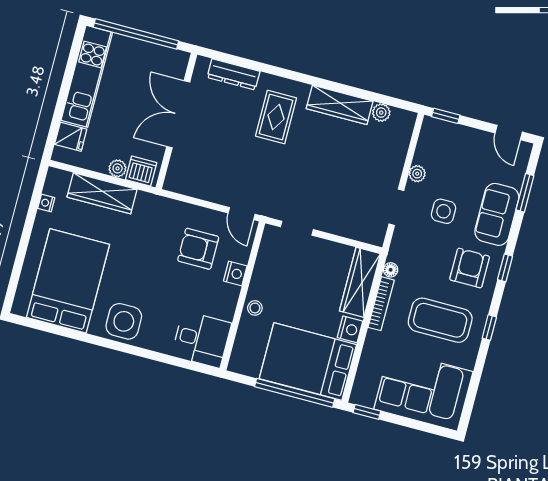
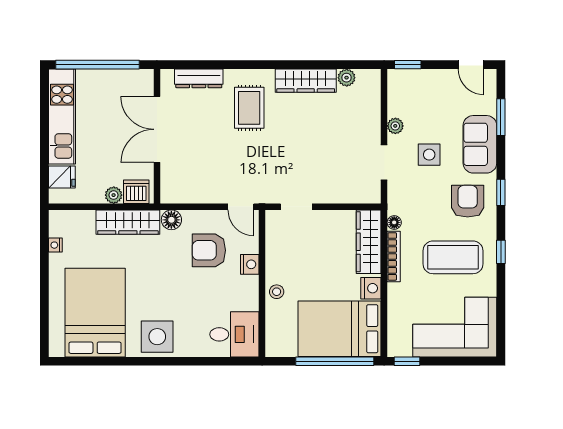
wardrobe: (102, 193) -> (128, 222), moved
floor lamp: (169, 208) -> (171, 220), added

